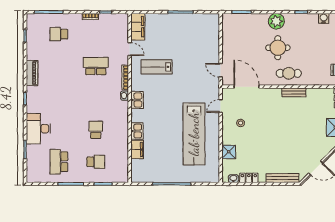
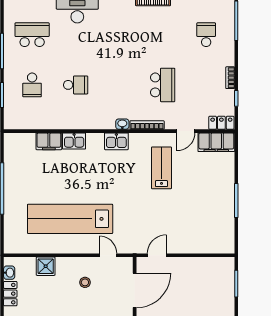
locker: (123, 23) -> (221, 123), added

